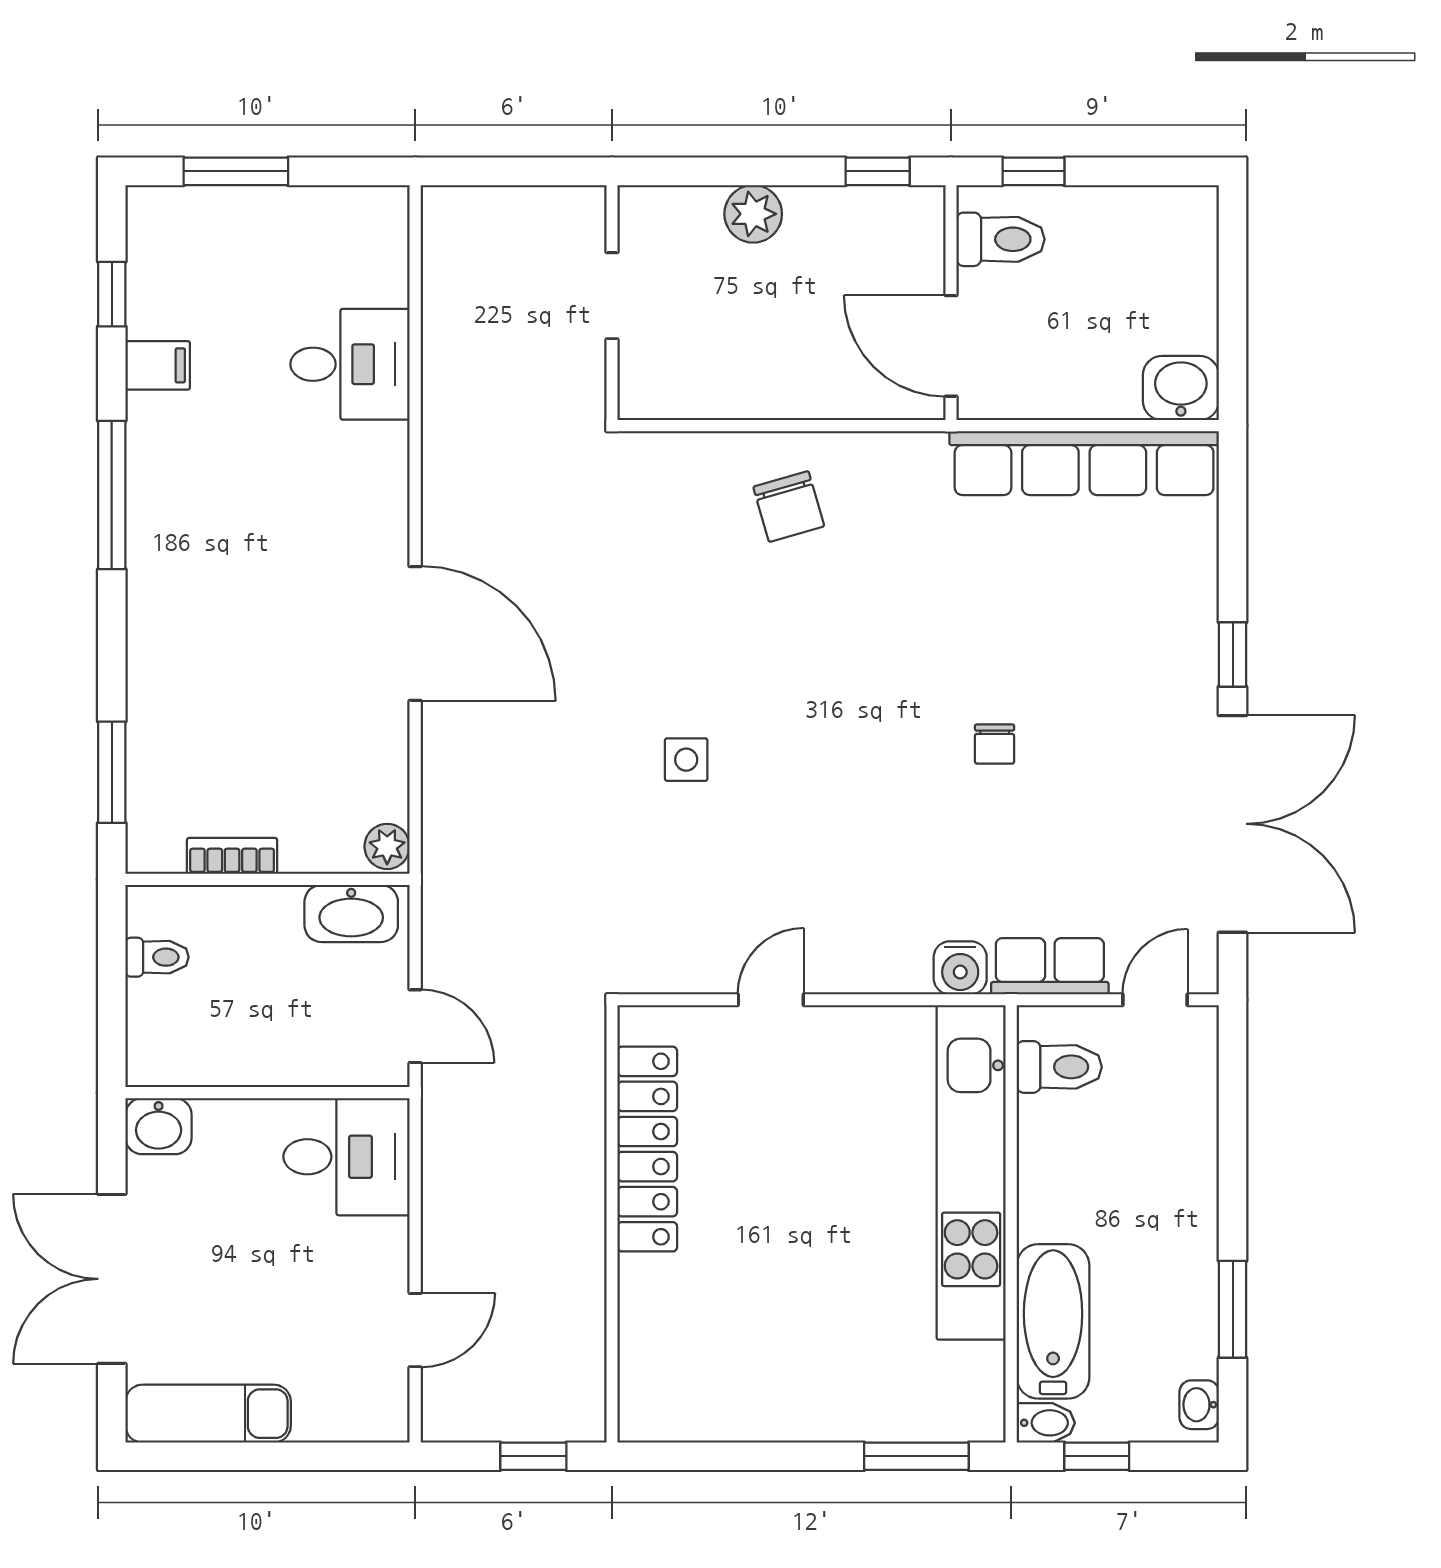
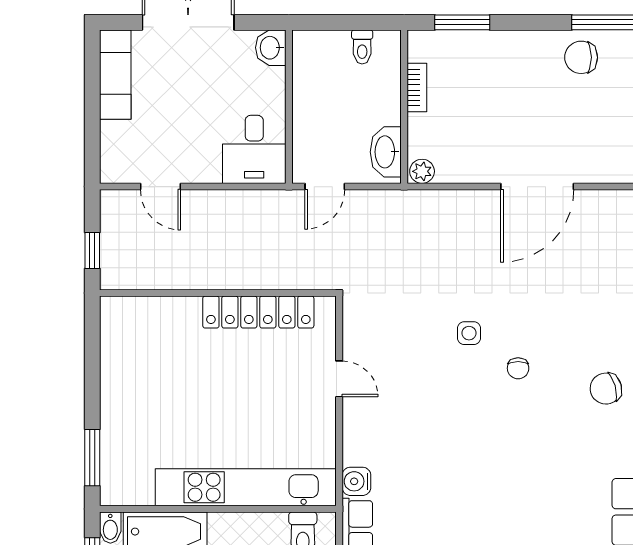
chair: (176, 552) -> (581, 57), added
chair: (995, 744) -> (518, 368), moved, turned -90

